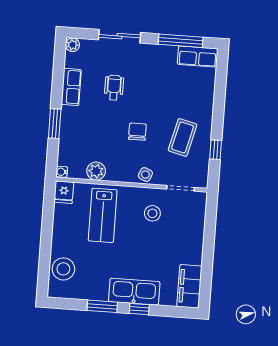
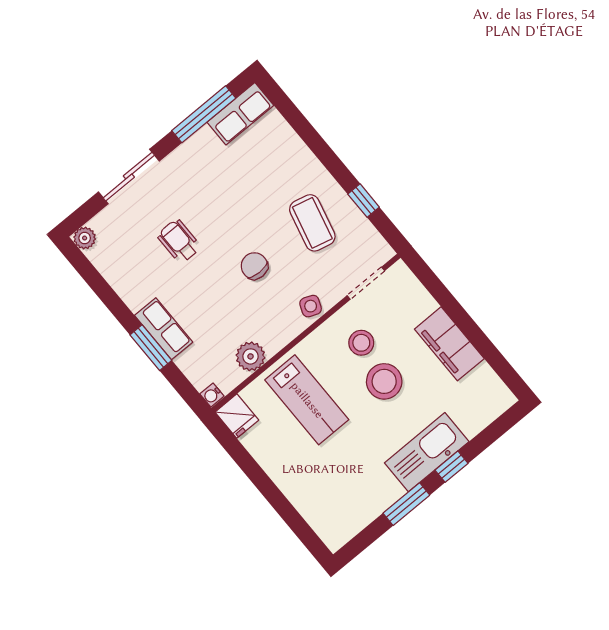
row of seats: (71, 87) -> (164, 329), moved
stool: (63, 269) -> (384, 381), moved
filing cabinet: (189, 286) -> (449, 344), moved

